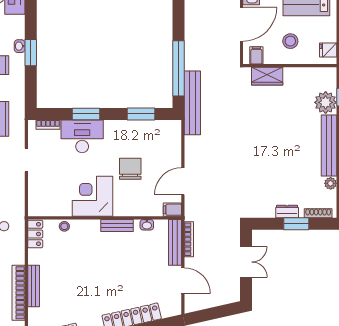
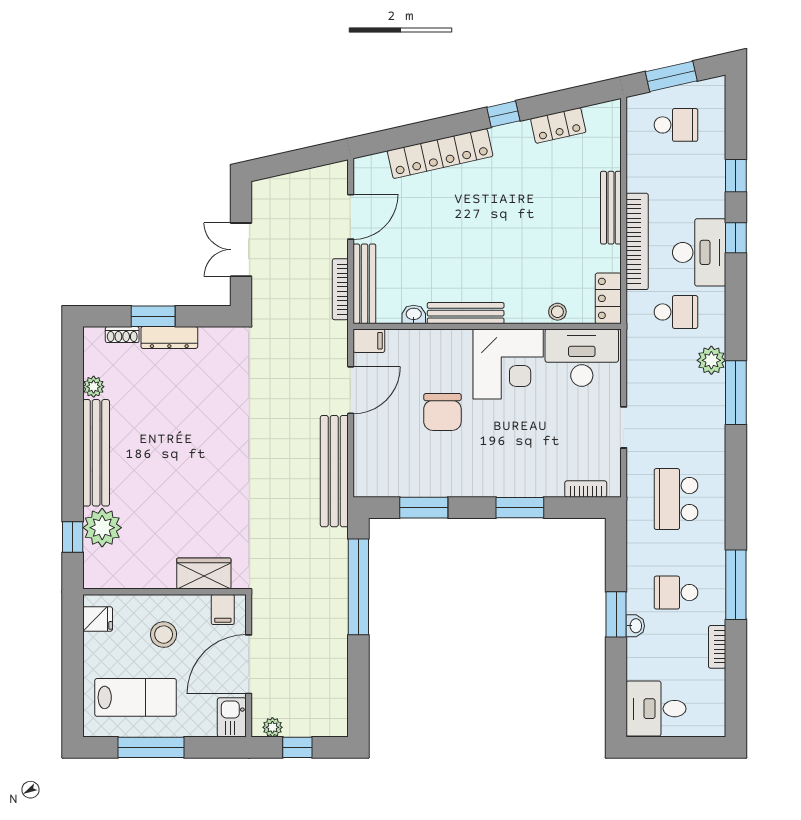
bench: (192, 103) -> (334, 471), moved
desk: (82, 136) -> (582, 358), moved, turned 180
dresser: (287, 212) -> (169, 337), width x1.44
shoe rack: (318, 213) -> (122, 335), width x0.70
bench: (117, 226) -> (466, 313), width x1.36
door: (183, 281) -> (351, 217), swing flipped
bookcase: (19, 293) -> (637, 241), moved

